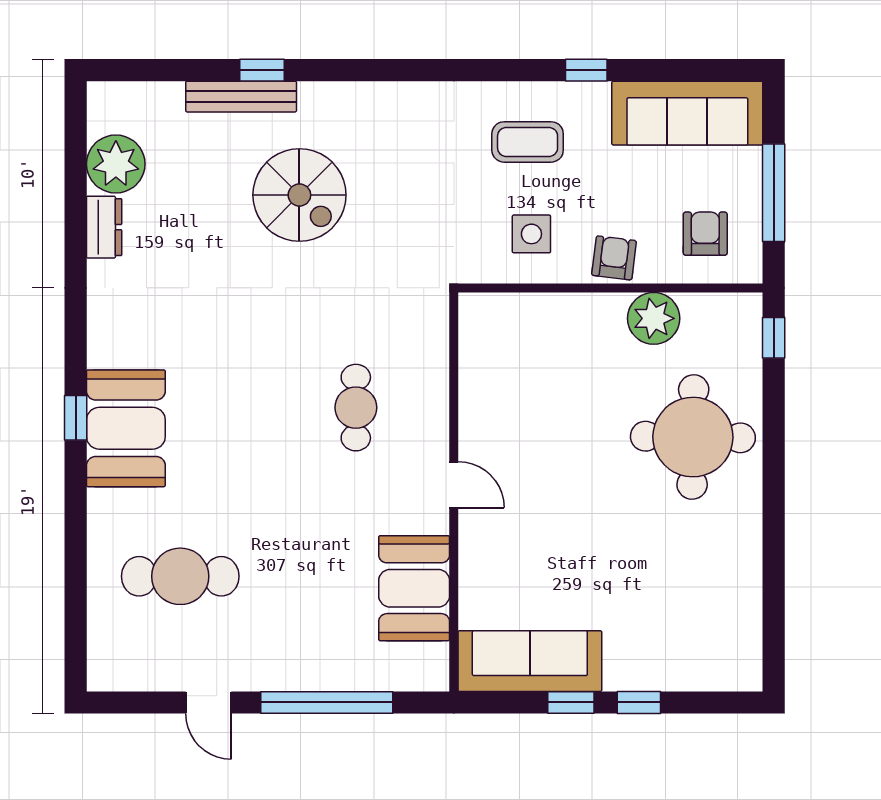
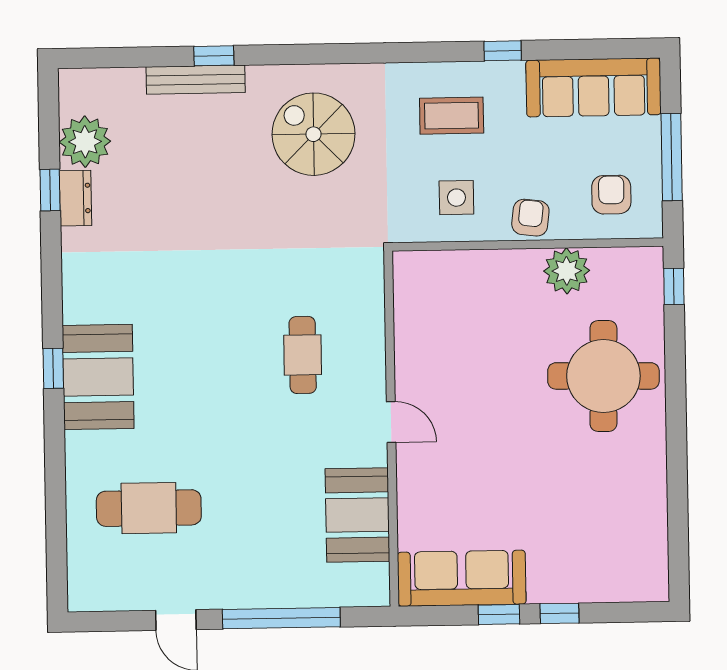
spiral stairs: (299, 195) -> (314, 134), moved, turned 180
window: (76, 218) -> (50, 190), added

